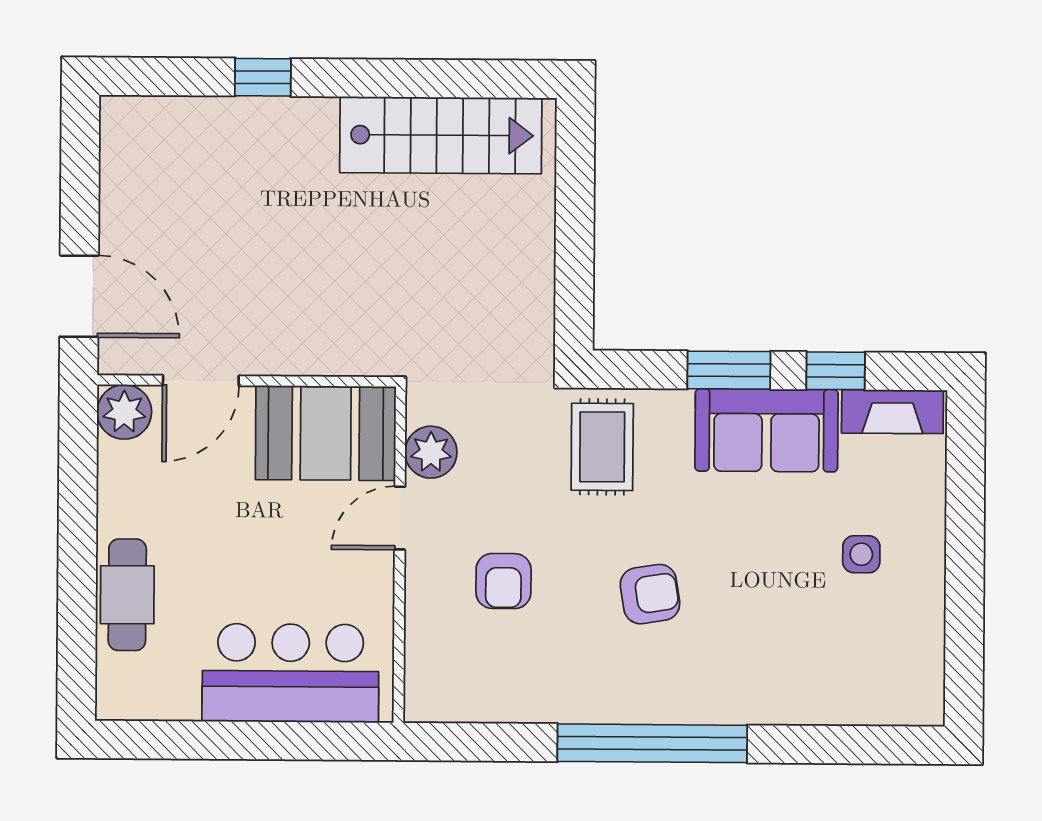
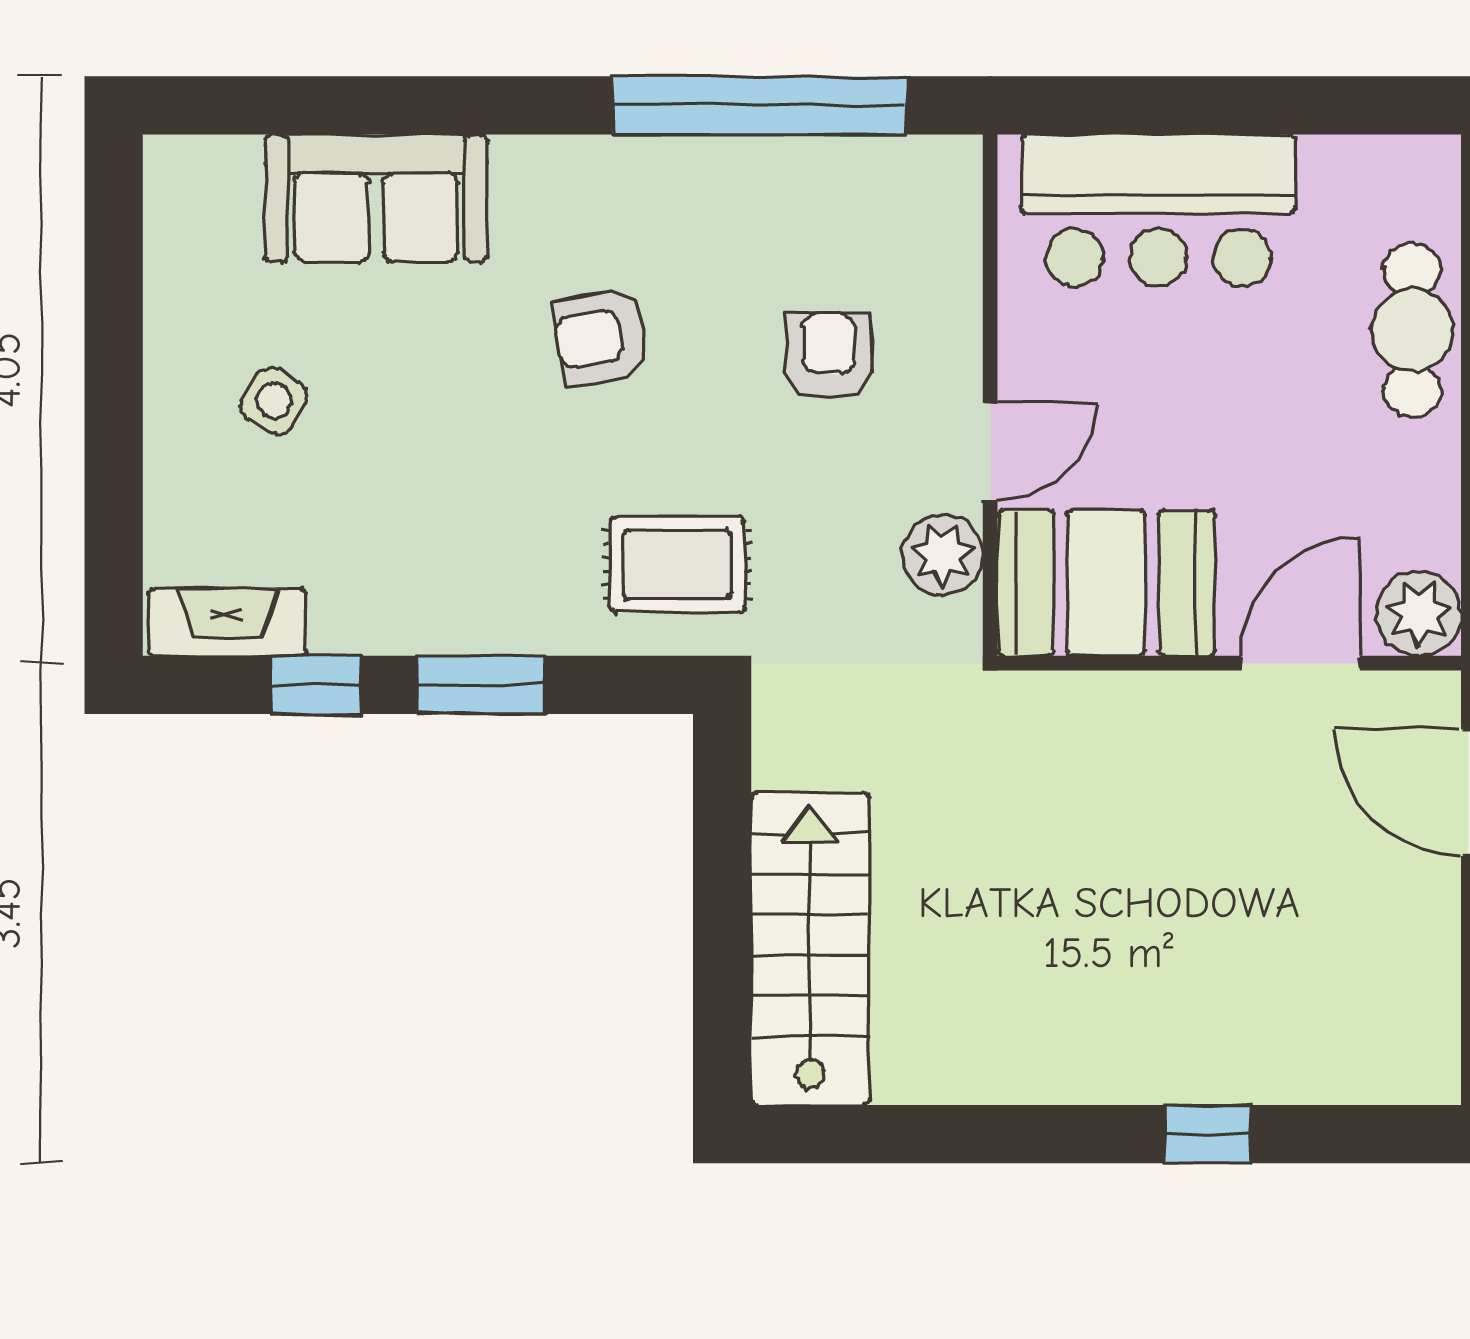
stairs: (441, 135) -> (810, 949), moved, turned 90
sofa: (767, 430) -> (376, 198), moved, turned 180
rug: (602, 447) -> (677, 565), turned 90
side table: (861, 554) -> (274, 401), turned 30
window: (652, 743) -> (759, 105), moved

